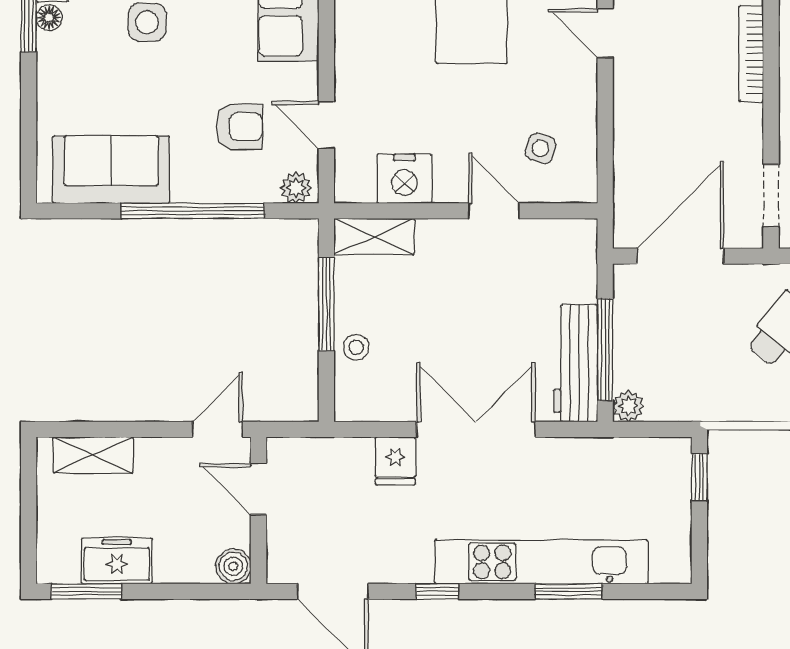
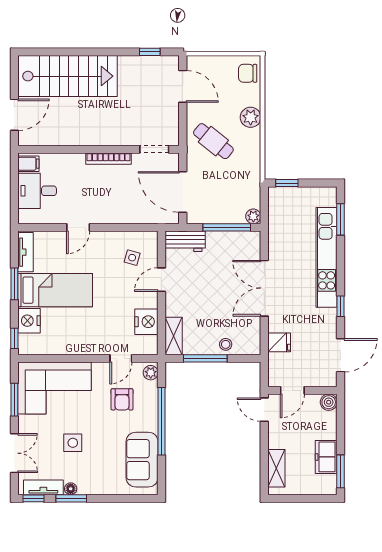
bookcase: (751, 54) -> (108, 159), moved
armchair: (239, 127) -> (122, 399), turned 180
workbench: (576, 363) -> (185, 241), moved, width x0.73
fridge: (395, 461) -> (279, 342), moved
window: (568, 591) -> (340, 219), moved

